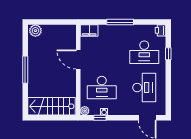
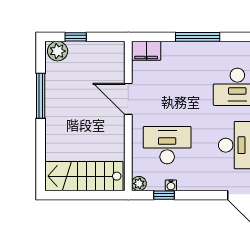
window: (46, 22) -> (76, 37), added
window: (25, 70) -> (41, 96), moved
desk: (102, 88) -> (167, 145), turned 180

